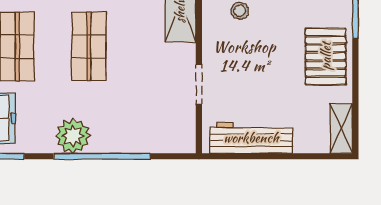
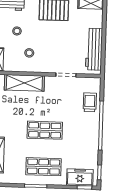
trolley: (147, 133) -> (90, 102), added
plant: (73, 136) -> (90, 140), removed

